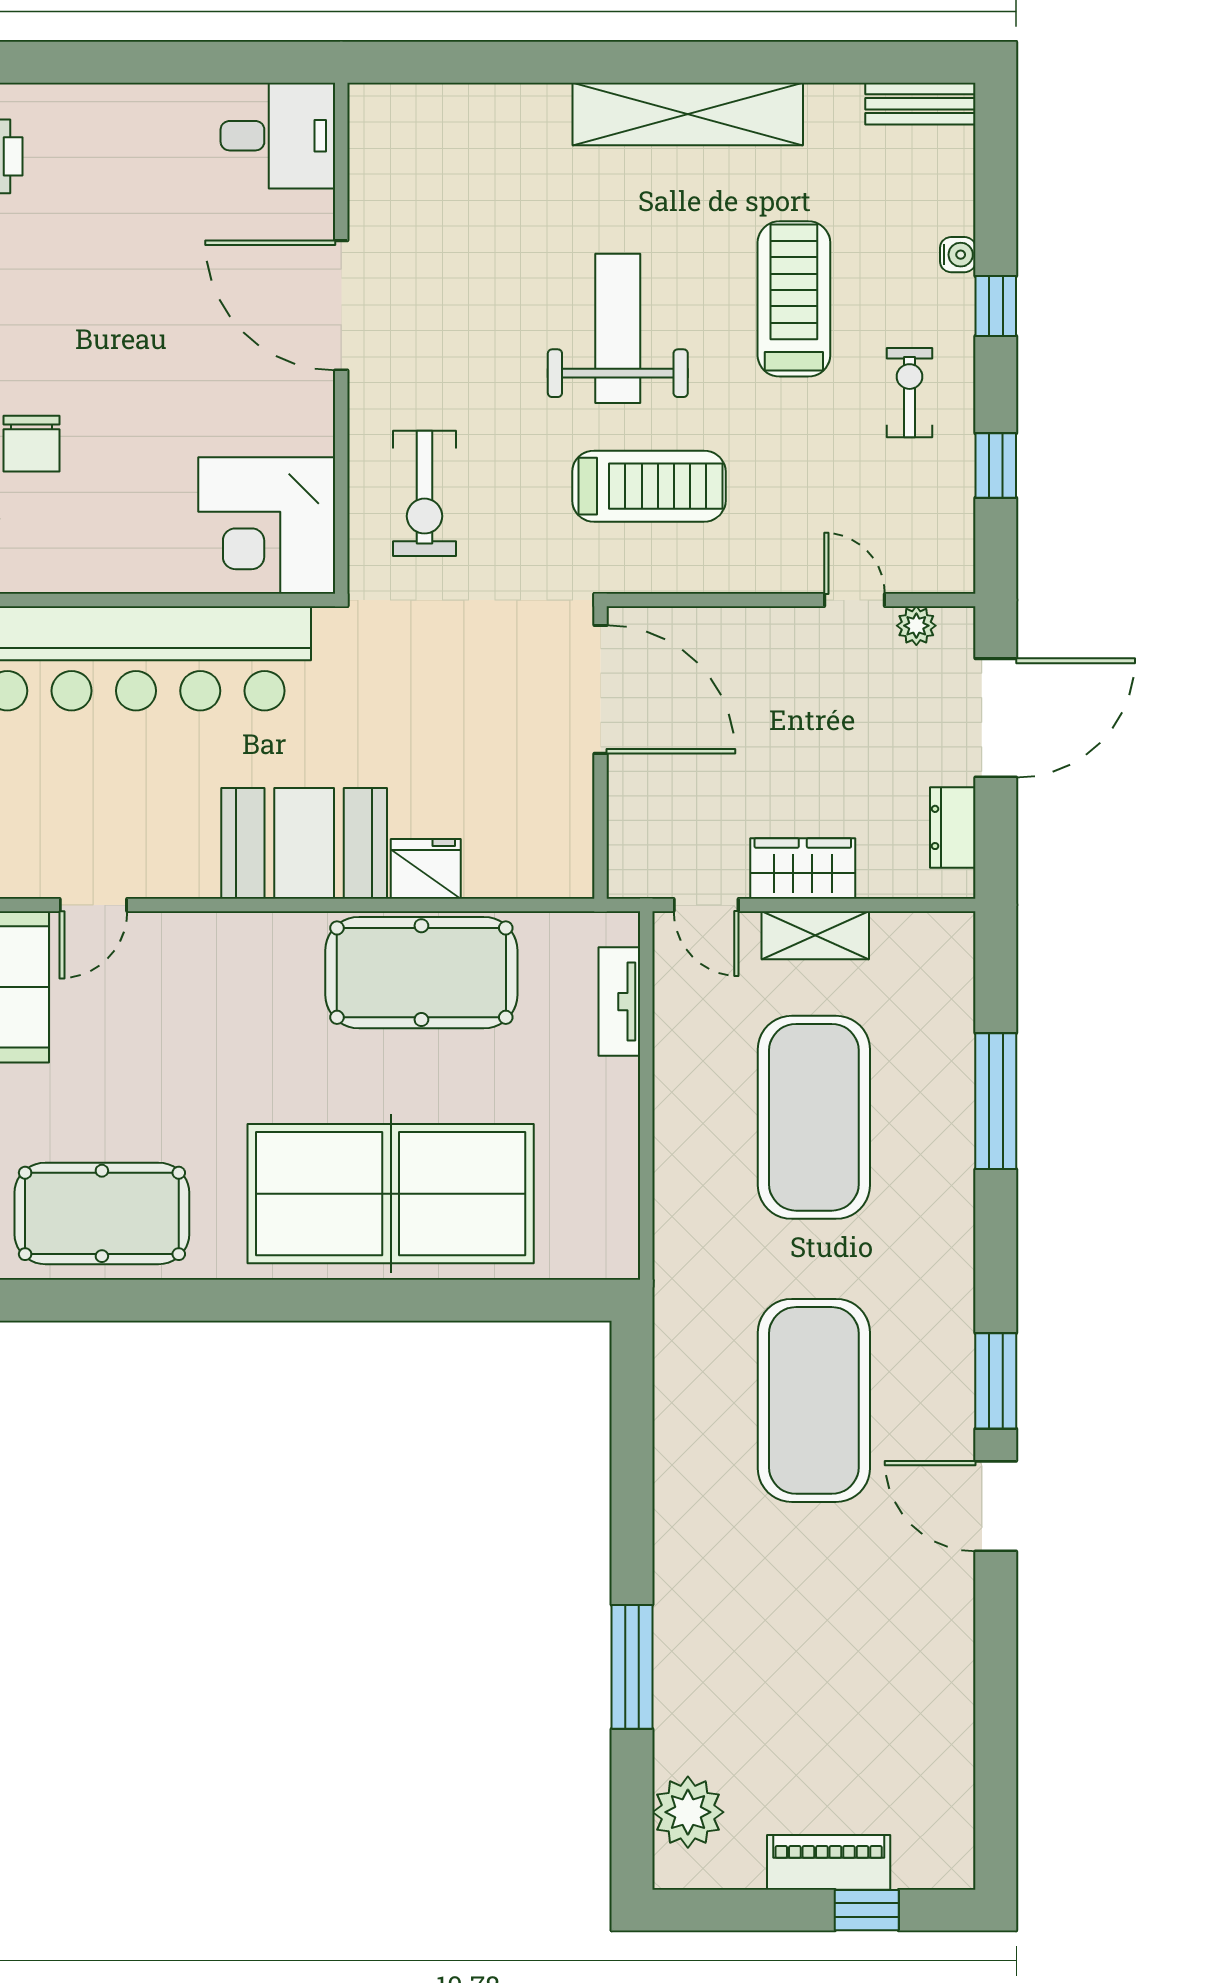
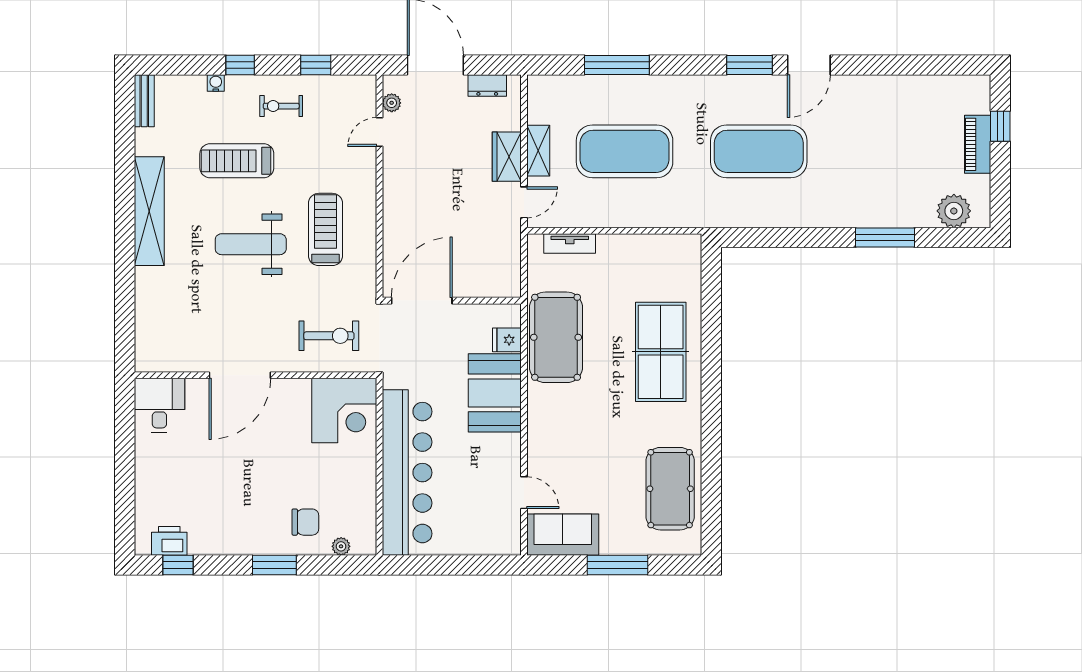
door: (600, 689) -> (422, 301), moved
wall: (600, 752) -> (452, 301), moved
fridge: (426, 869) -> (507, 340), width x0.72
table tennis table: (391, 1194) -> (661, 352), width x0.73, depth x0.76

